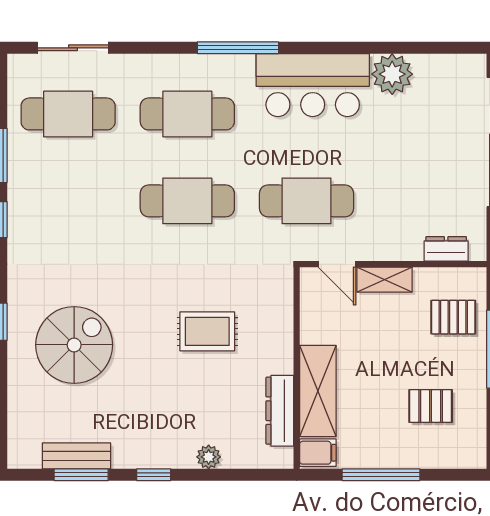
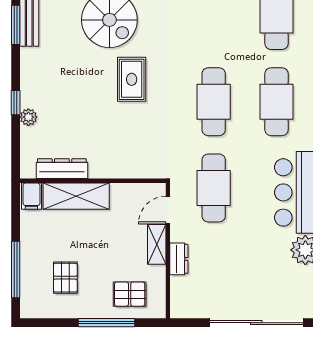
dresser: (446, 249) -> (179, 259), moved
pallet: (453, 317) -> (130, 294), turned 90
rug: (207, 331) -> (132, 79), moved
window: (154, 475) -> (16, 103), moved
window: (381, 475) -> (16, 270), moved

